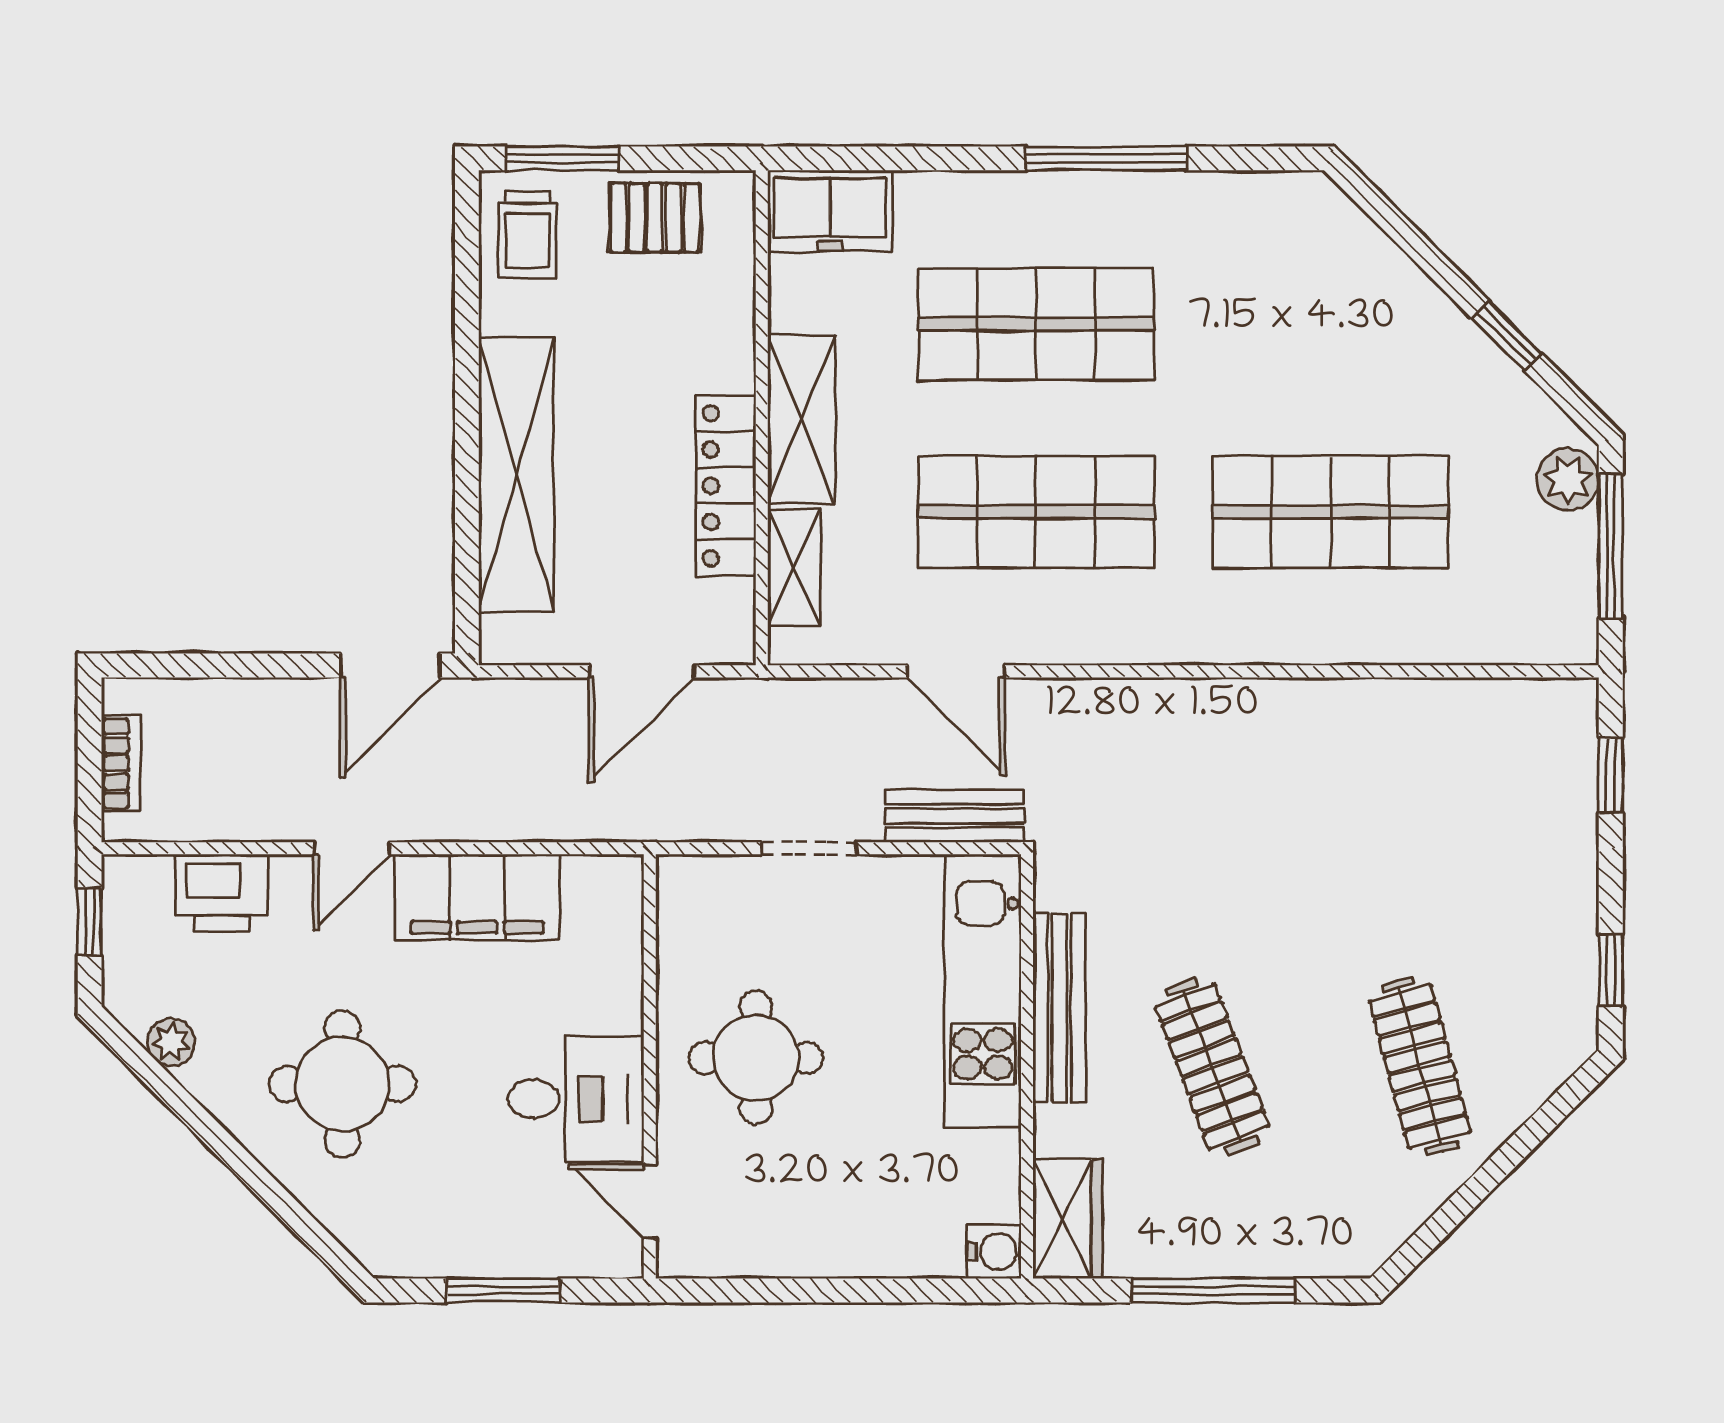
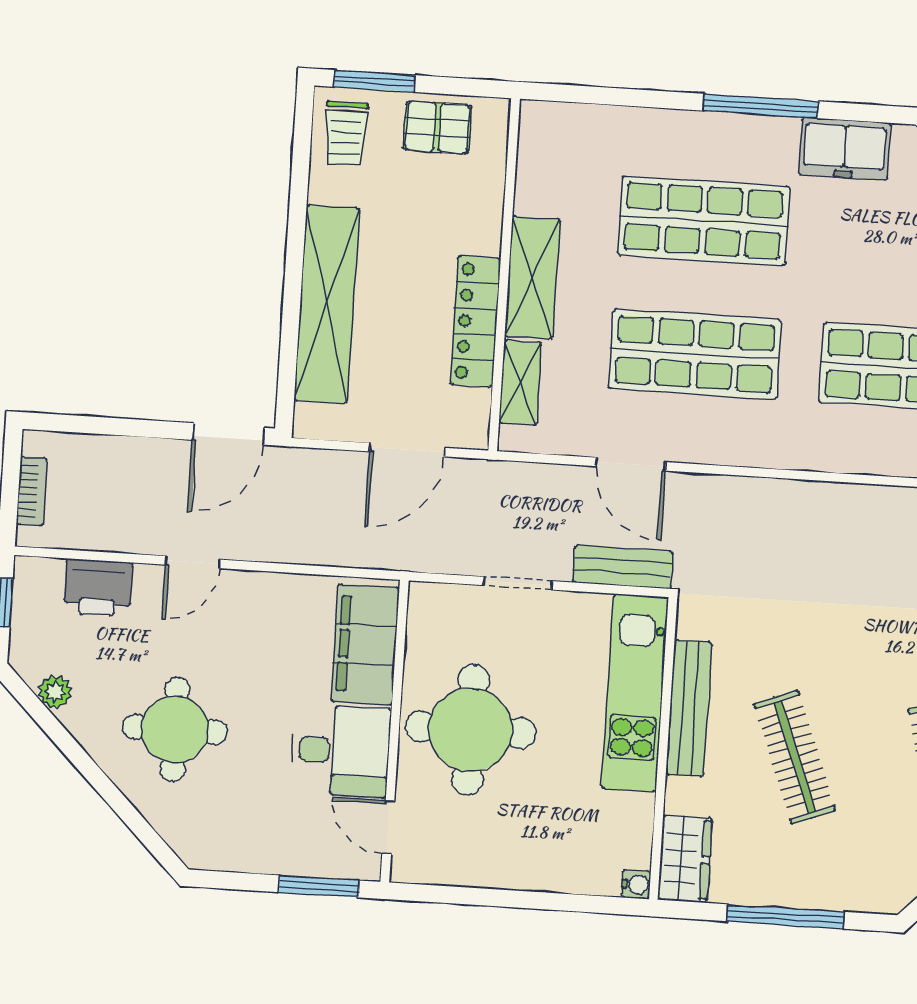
freezer: (830, 211) -> (845, 149), moved
filing cabinet: (477, 897) -> (365, 645), moved, turned 90
round table: (756, 1058) -> (471, 730), width x1.36, depth x1.36
water cooler: (994, 1252) -> (636, 884), width x0.72, depth x0.72
window: (503, 1290) -> (319, 886), moved

